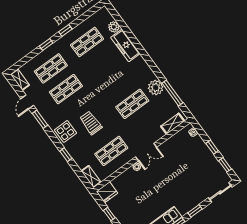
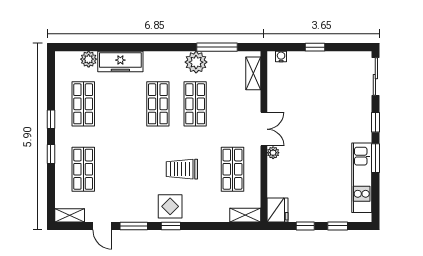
shop shelf: (66, 89) -> (158, 104), moved
window: (66, 155) -> (171, 226), moved
window: (225, 165) -> (347, 47), removed

